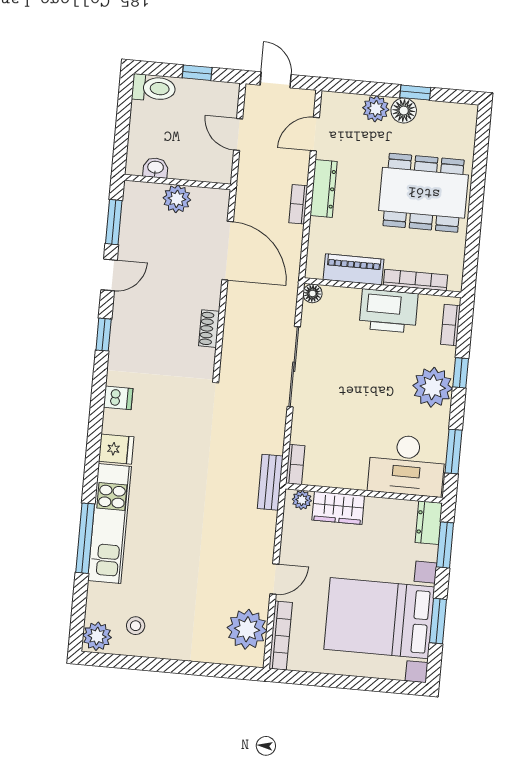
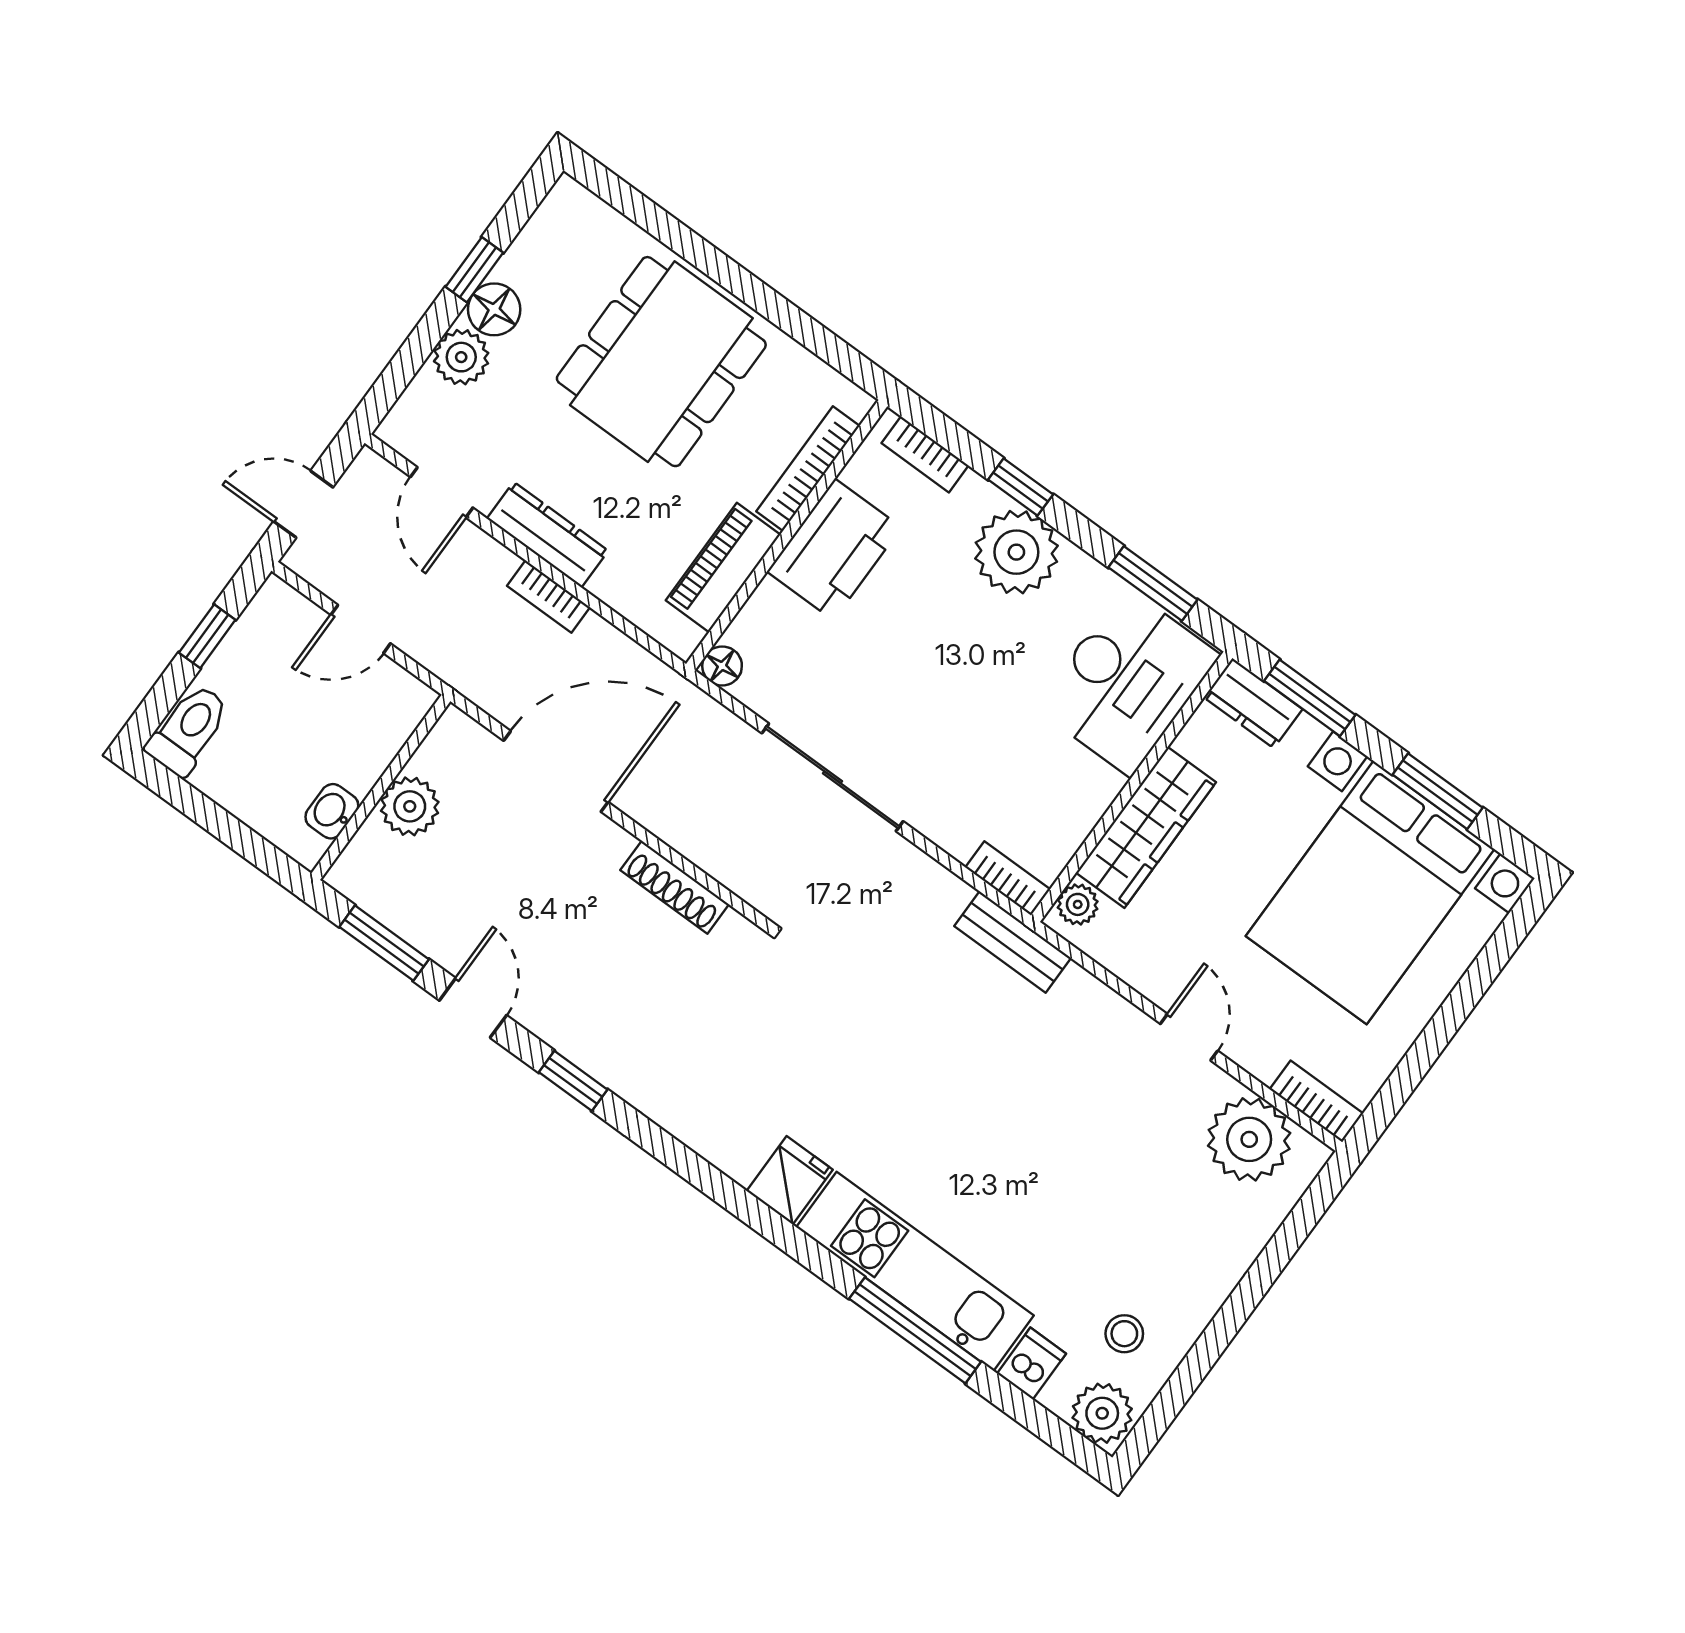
shoe rack: (209, 329) -> (675, 887), width x1.43
dishwasher: (118, 398) -> (1032, 1364), moved
wardrobe: (338, 508) -> (1146, 827), width x1.50
bookcase: (281, 636) -> (1316, 1101), width x0.64

